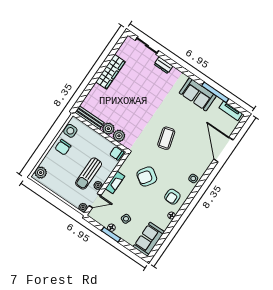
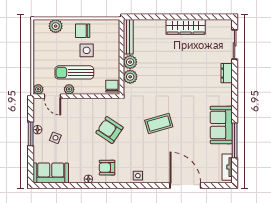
side table: (70, 131) -> (87, 50), moved
door: (223, 150) -> (185, 186), hinge flipped
plant: (41, 173) -> (56, 26), moved
fireplace: (115, 182) -> (83, 103), removed

